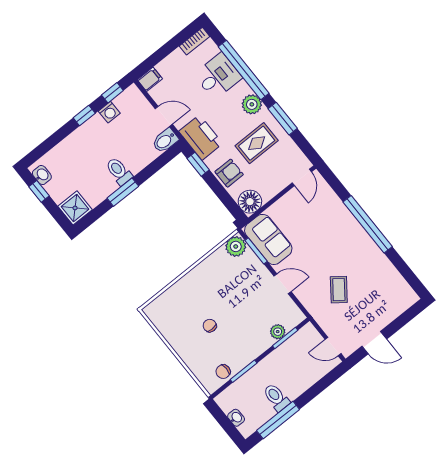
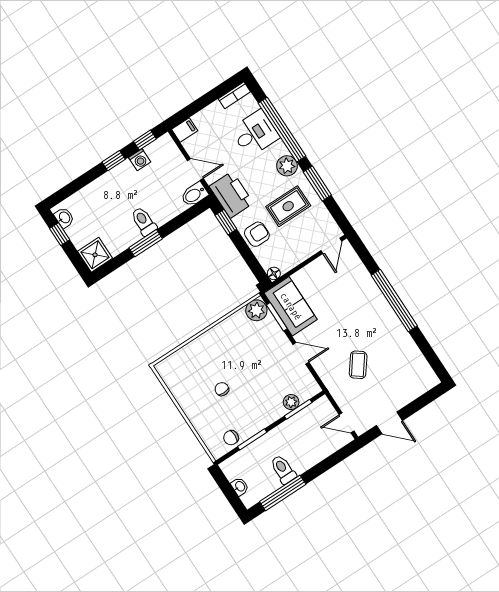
floor lamp: (250, 202) -> (274, 273), width x0.53, depth x0.53

